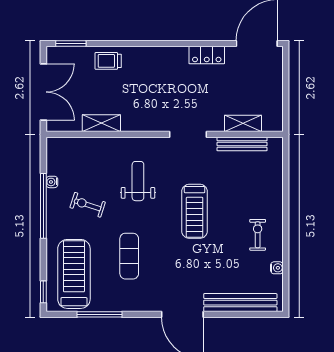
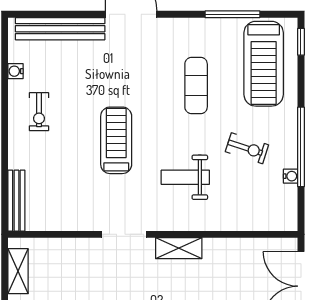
shelving: (101, 123) -> (179, 248), moved
shelving: (243, 123) -> (18, 271), moved, turned 90
bench: (242, 144) -> (16, 201), moved, turned 90
weight bench: (138, 181) -> (185, 177), turned 90

